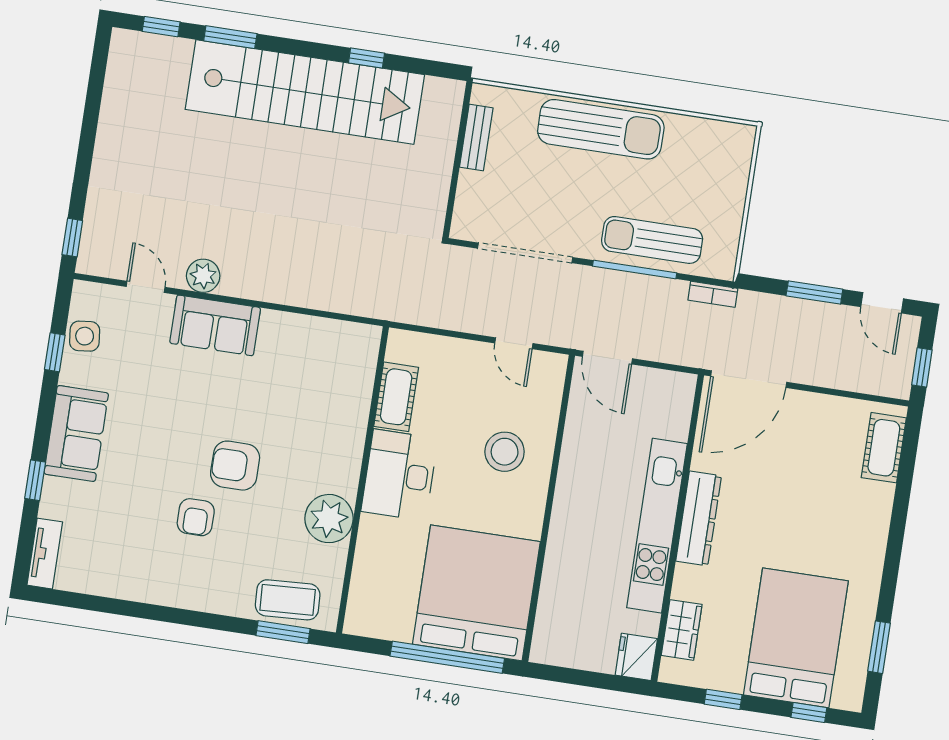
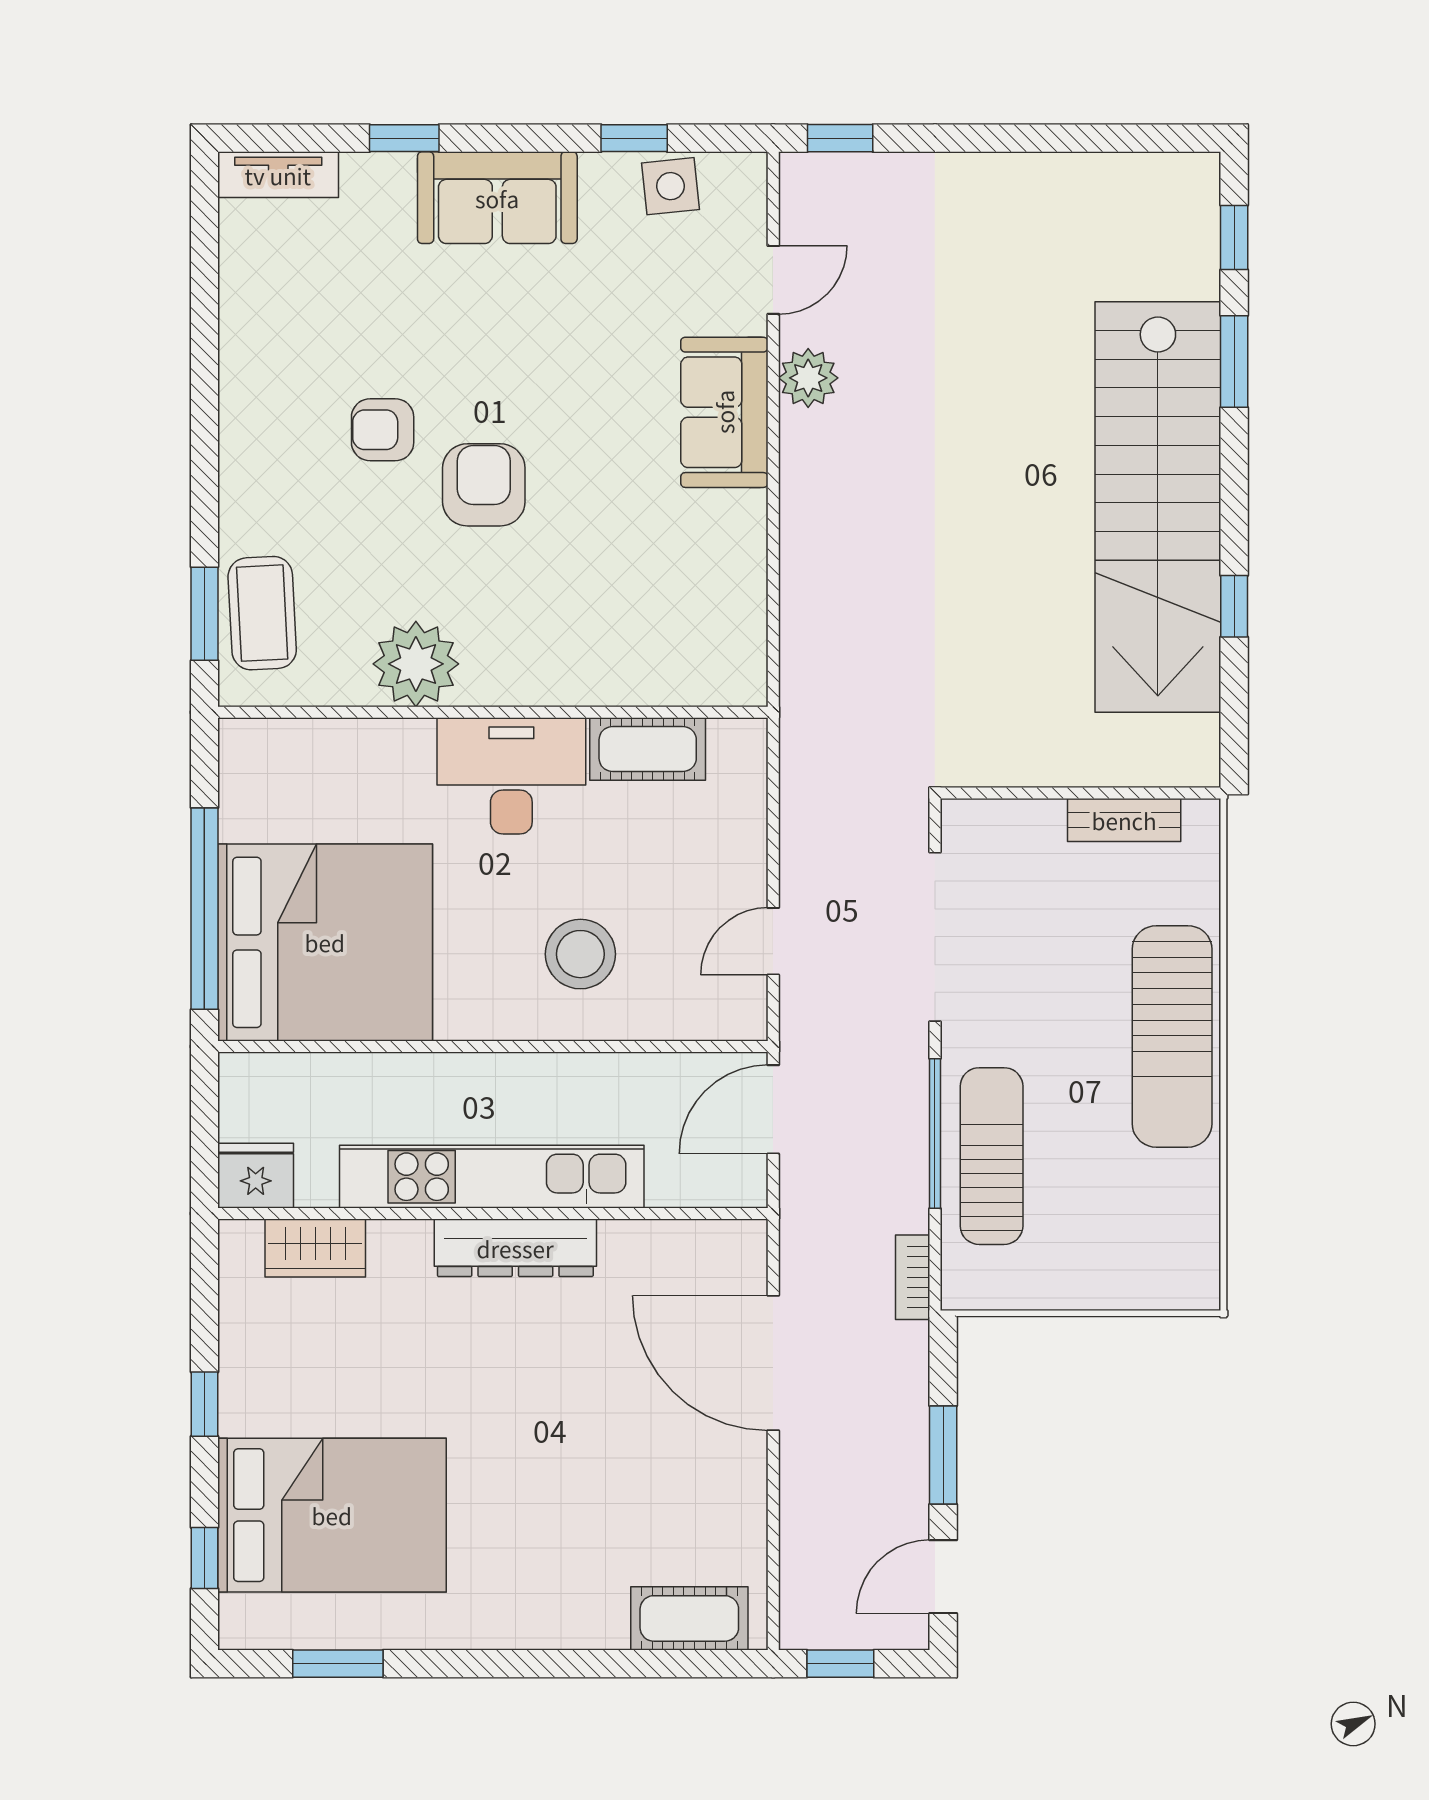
dresser: (699, 518) -> (515, 1248), moved
kitchen unit: (657, 526) -> (492, 1177), moved
wall: (678, 528) -> (493, 1214), moved
wardrobe: (682, 630) -> (315, 1248), moved
fridge: (636, 657) -> (256, 1176), moved

